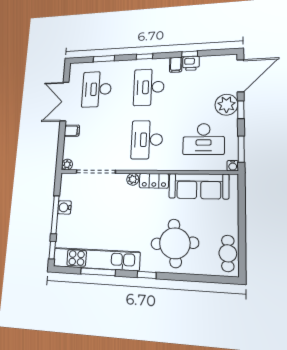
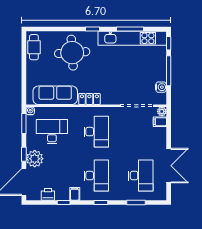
printer: (191, 63) -> (48, 194), moved
filing cabinet: (72, 131) -> (160, 122), moved
plant: (133, 179) -> (106, 100), removed
water cooler: (65, 207) -> (161, 87), moved

